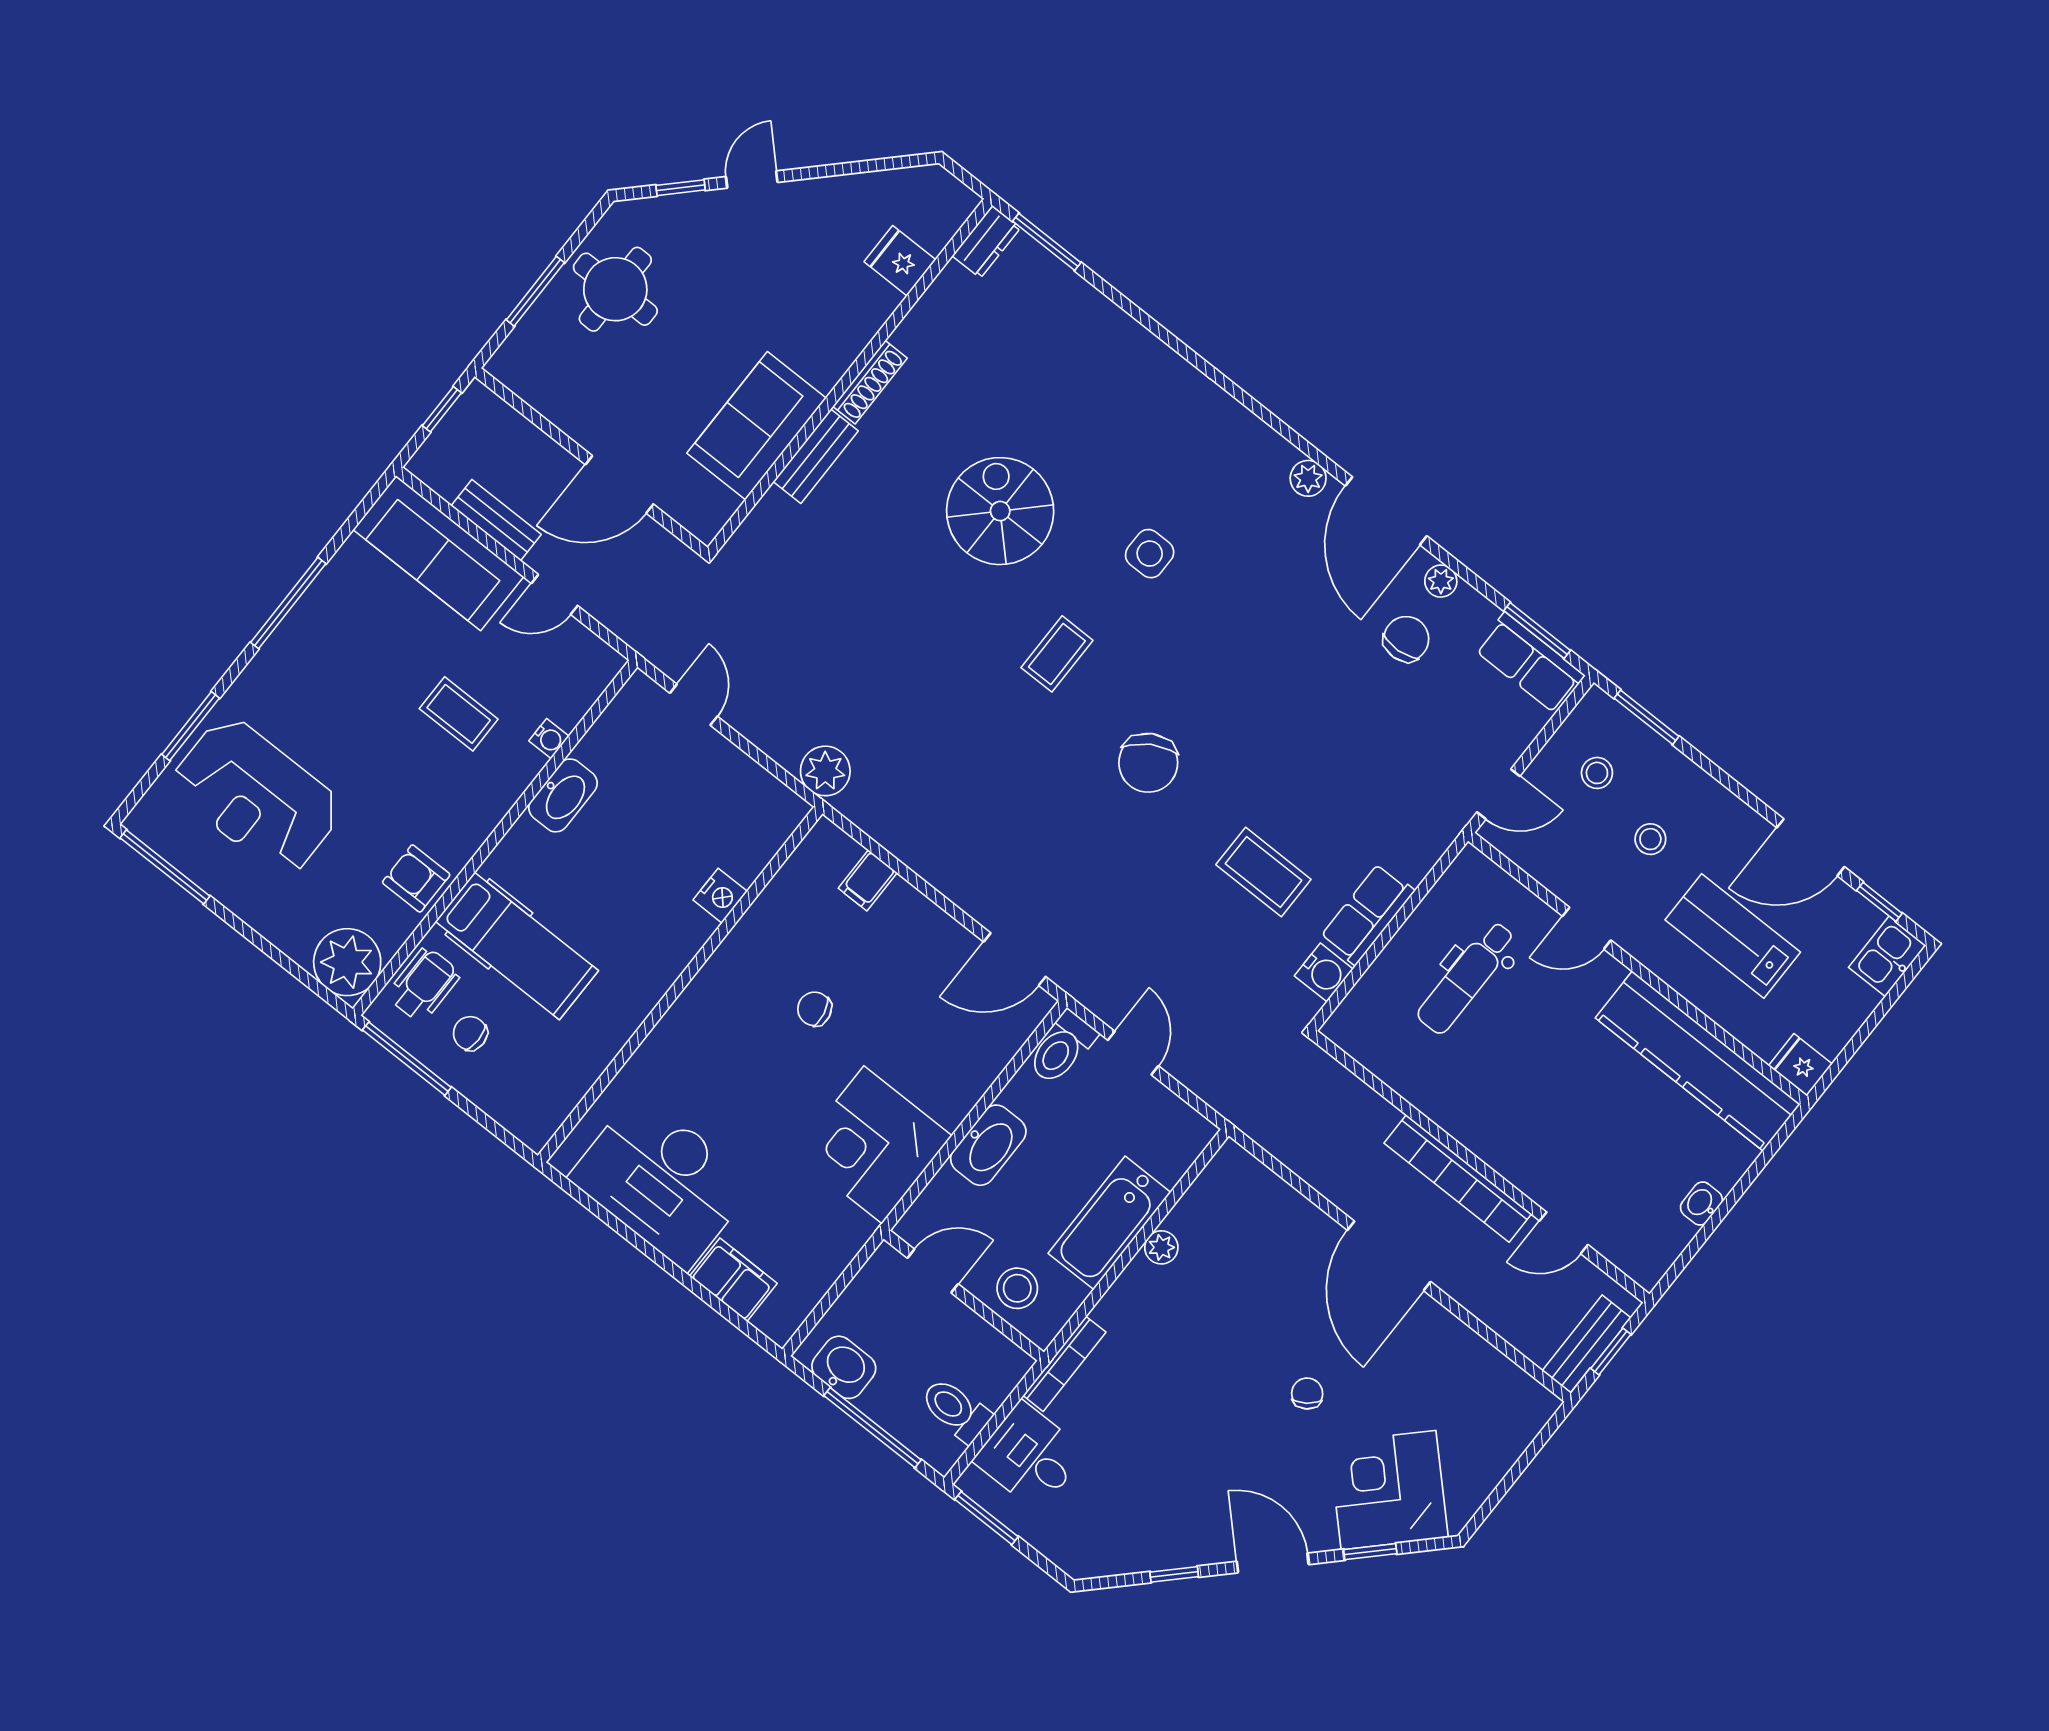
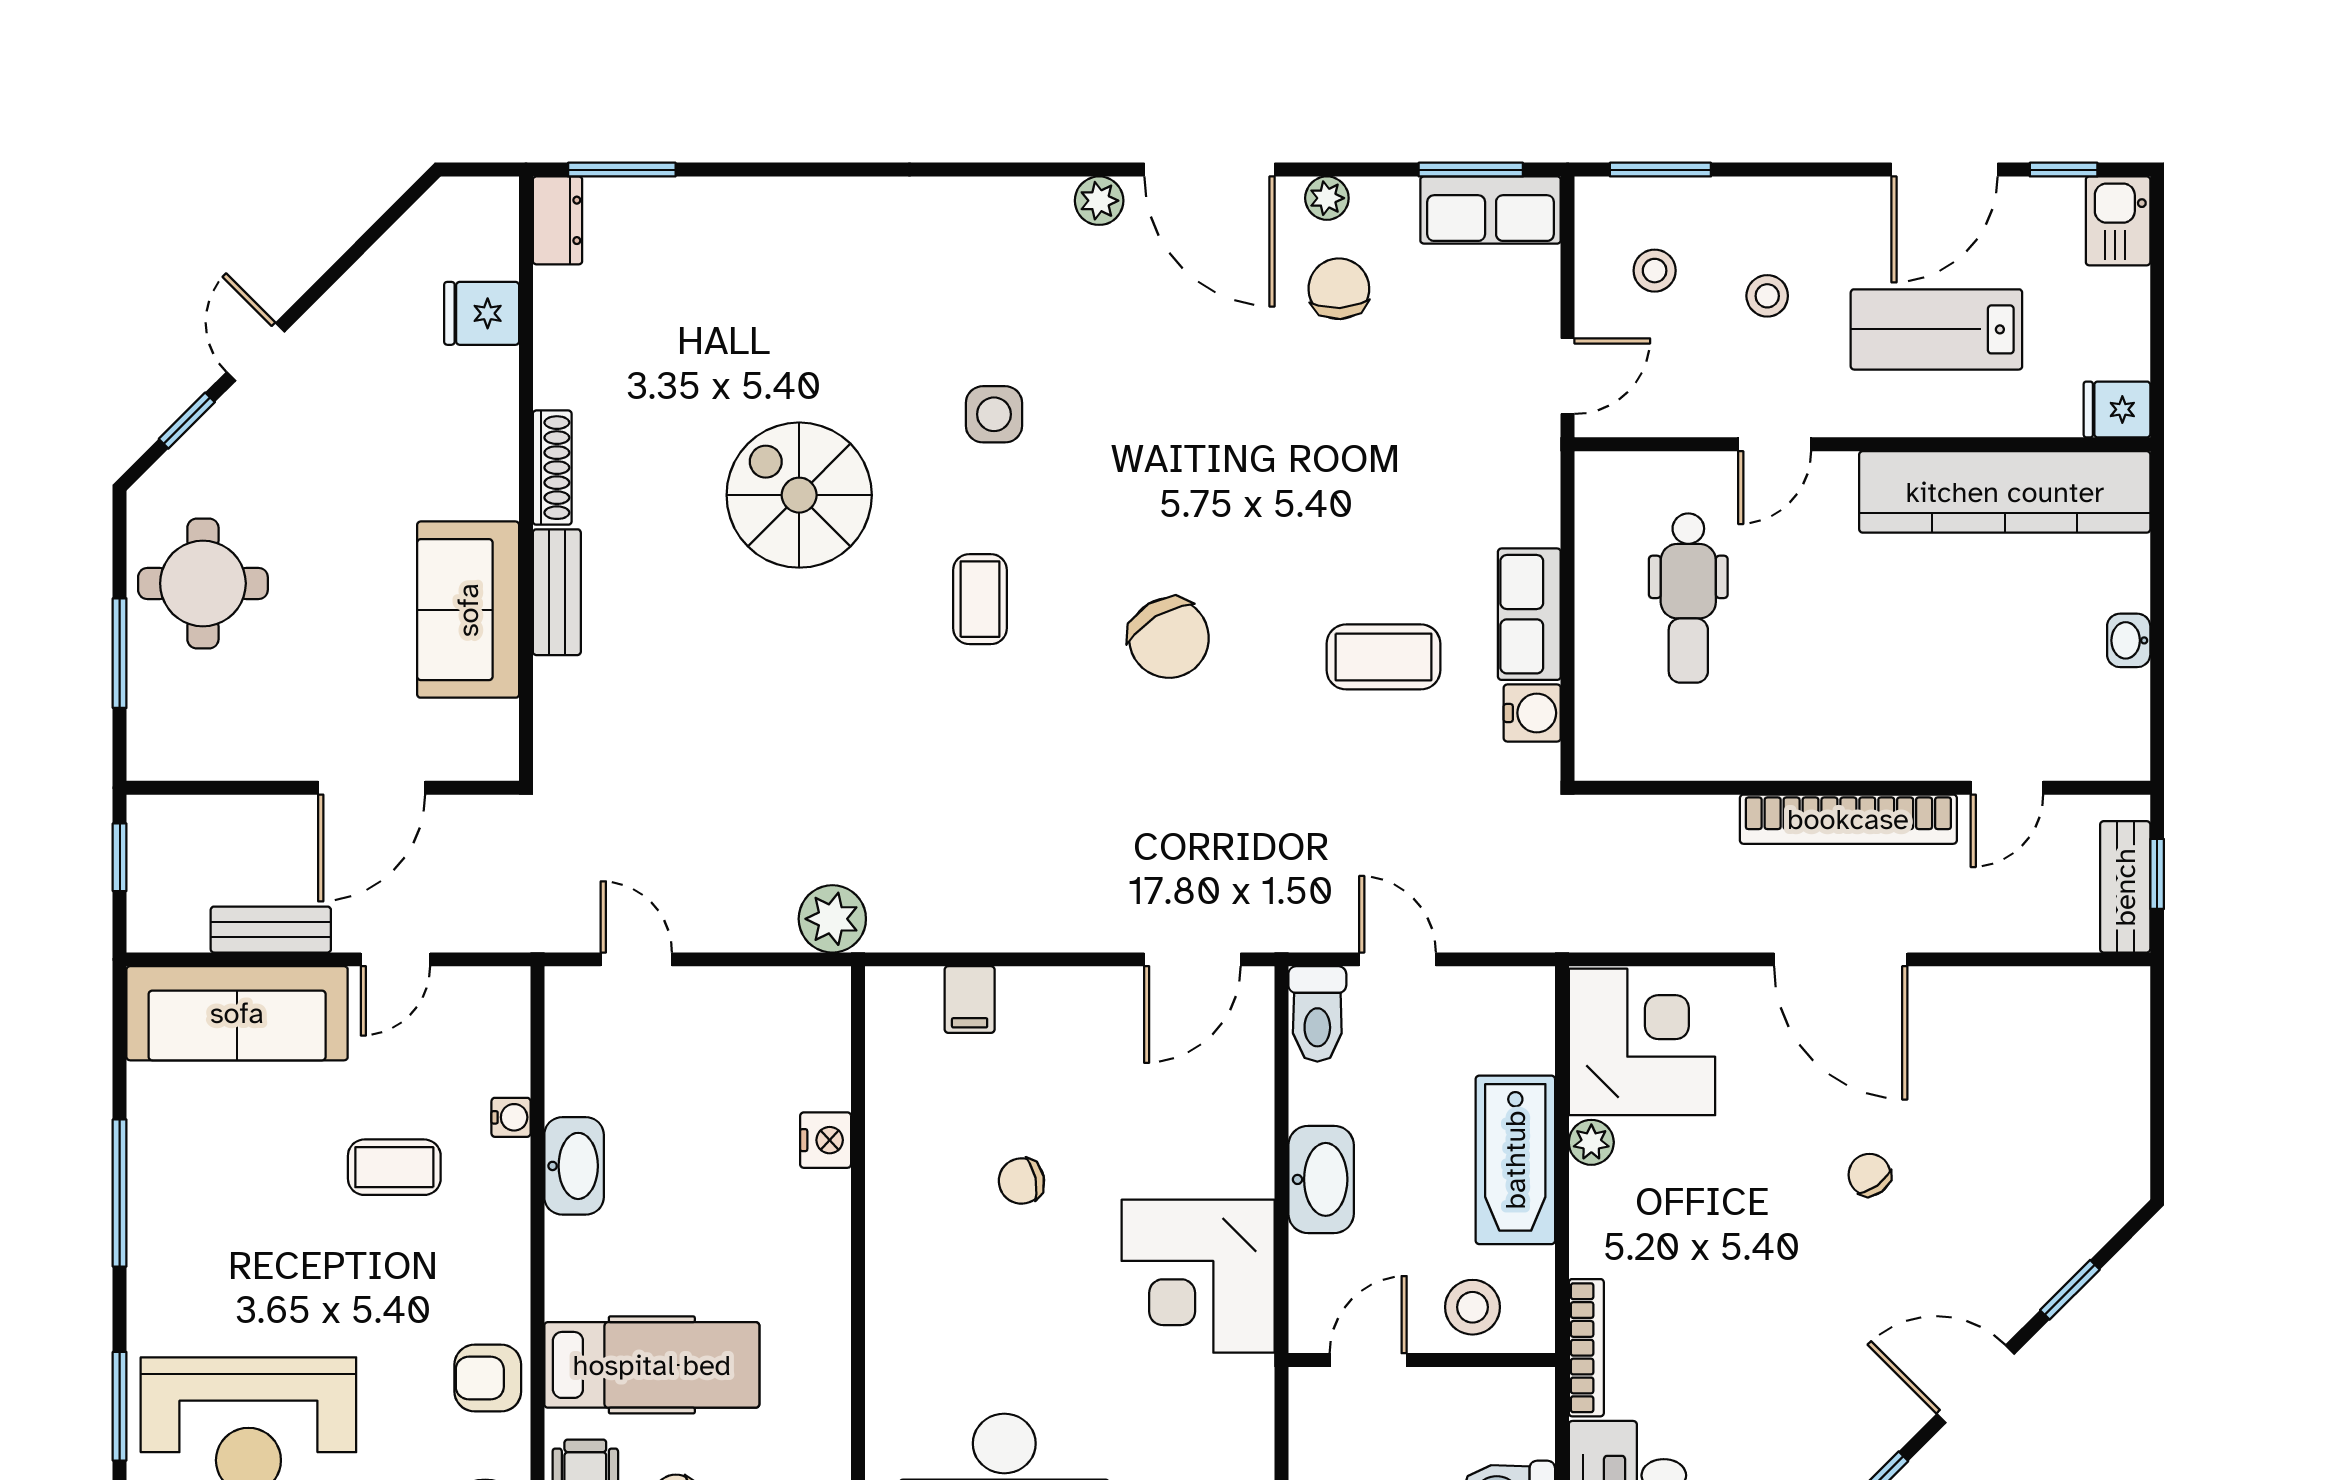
corner desk: (1388, 1490) -> (1642, 1042), moved, turned 135

